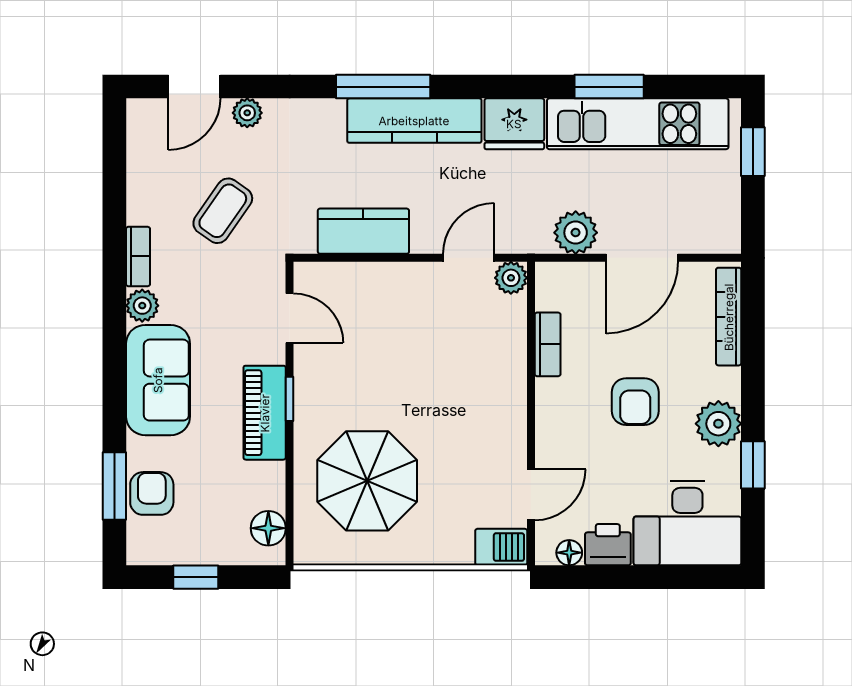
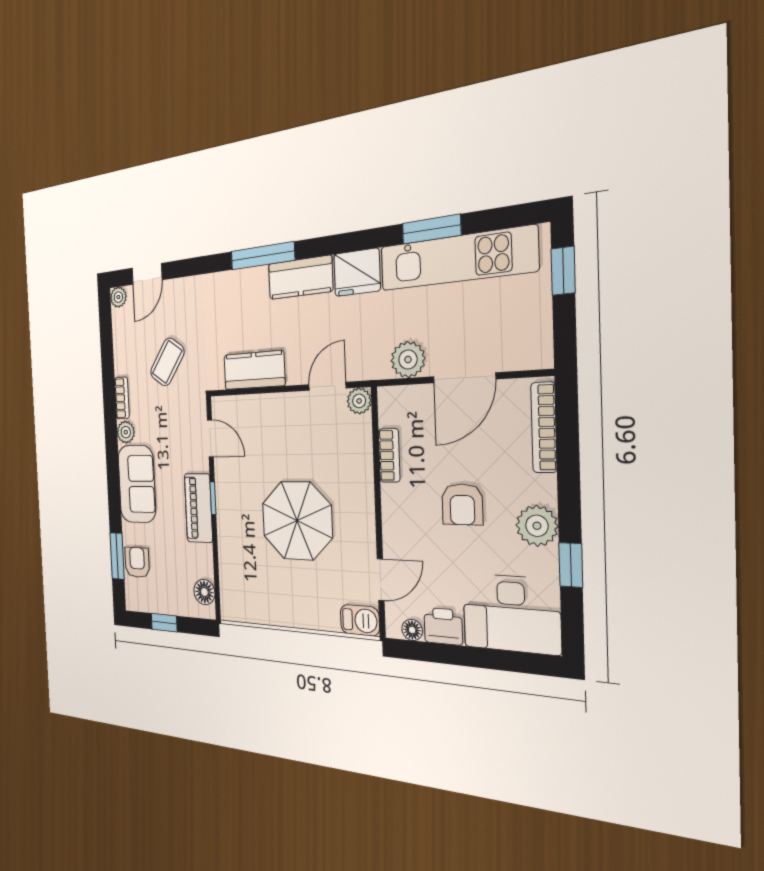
plant: (247, 113) -> (118, 297), moved
kitchen counter: (414, 121) -> (300, 277), width x0.67
parasol: (367, 481) -> (297, 521), moved

